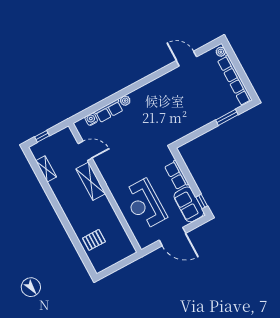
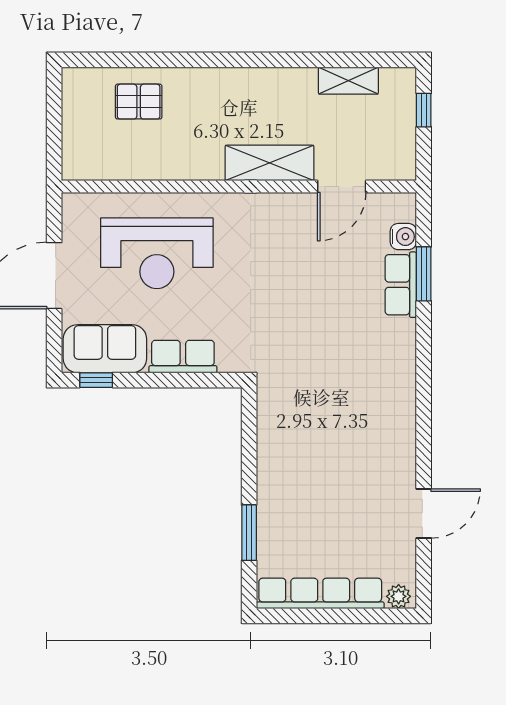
plant: (125, 101) -> (404, 332), removed
window: (101, 105) -> (424, 274), added
reception desk: (145, 204) -> (157, 253), turned 180
pallet: (94, 240) -> (139, 102), turned 90

